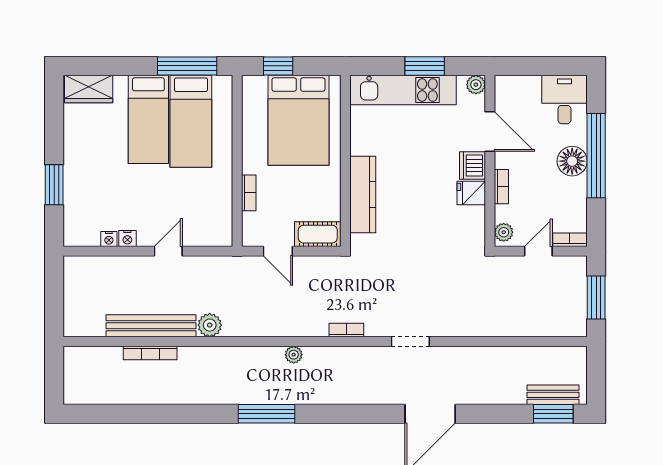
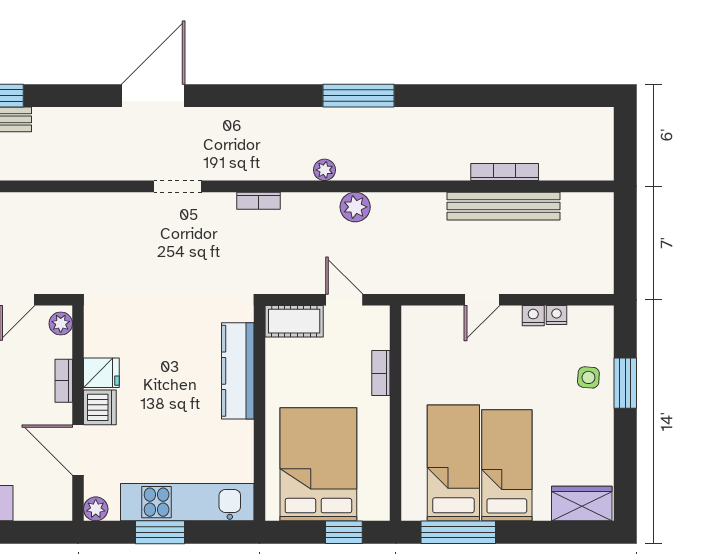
side table: (83, 189) -> (588, 377), added
plant: (210, 325) -> (355, 207), moved

